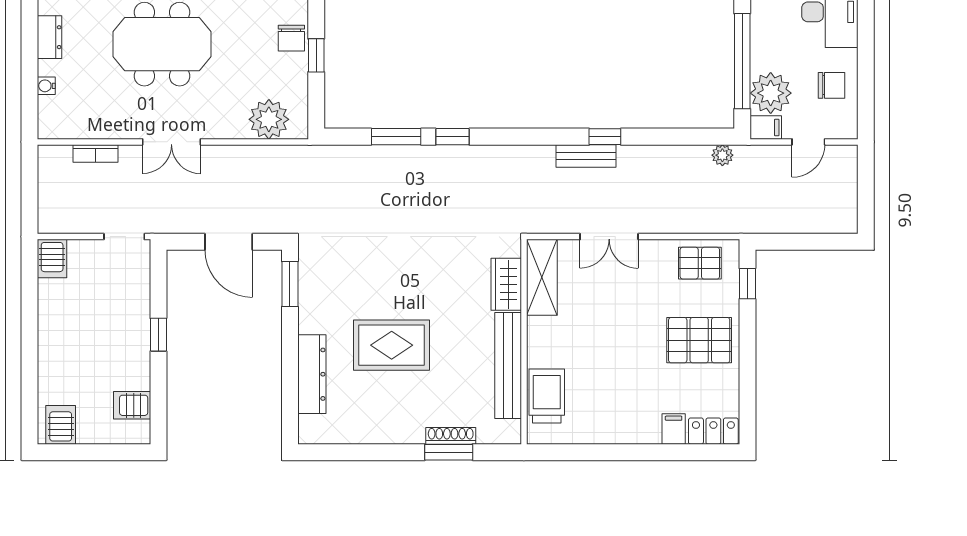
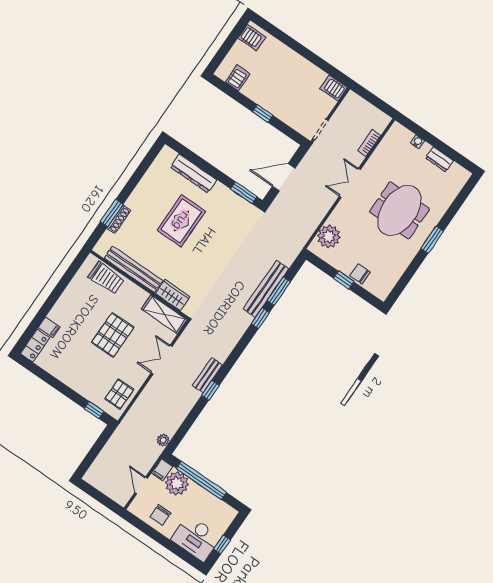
bench: (405, 157) -> (266, 289), added
pallet: (699, 340) -> (113, 335), moved

